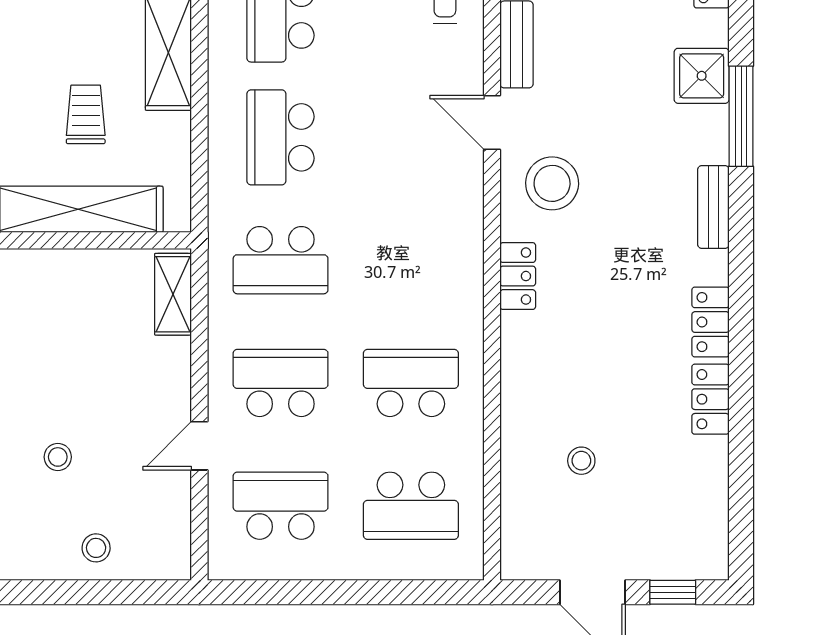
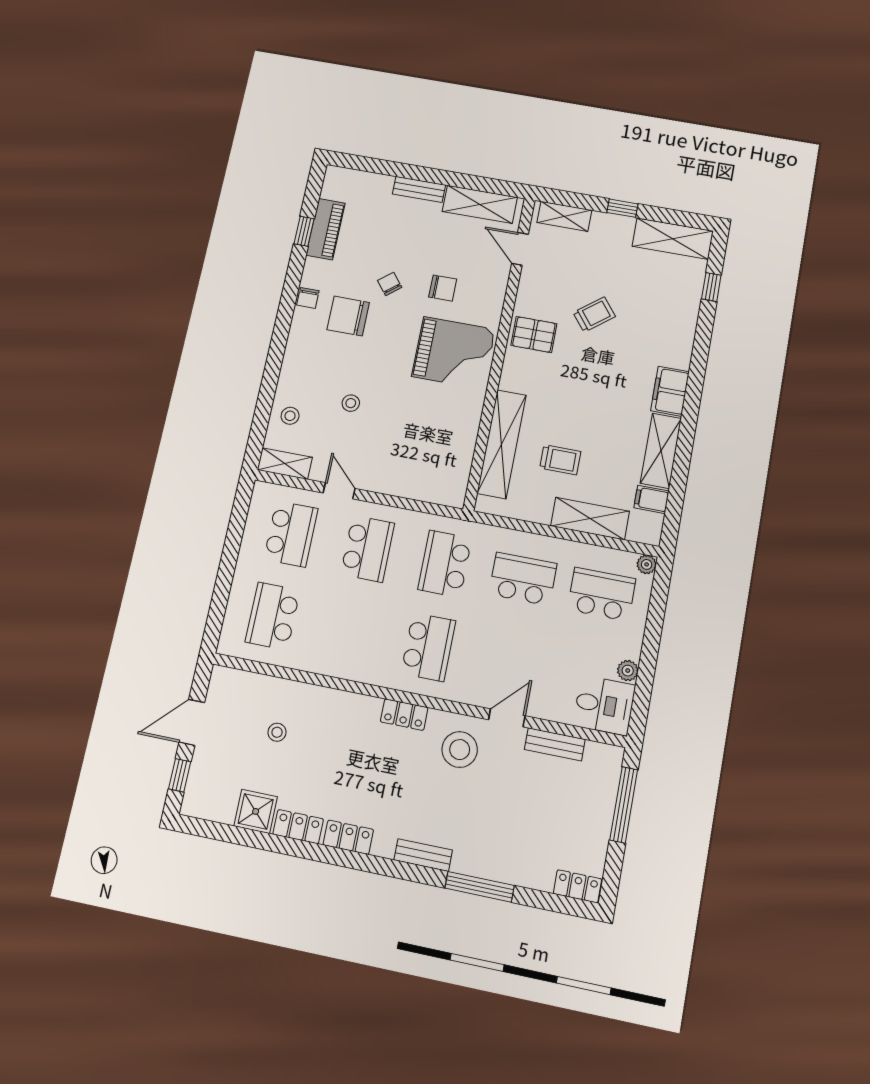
shower: (702, 76) -> (256, 811), moved
shelving: (173, 294) -> (285, 464), moved
school desk: (411, 383) -> (428, 647), moved

